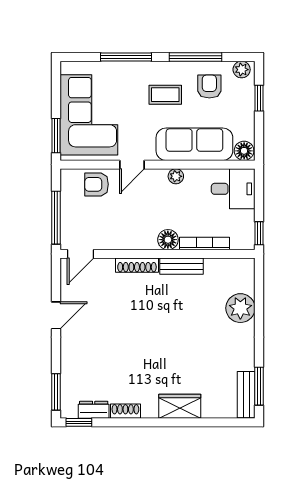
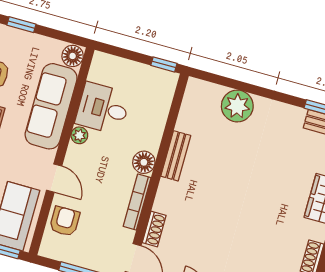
armchair: (96, 184) -> (65, 221), turned 180
desk: (233, 189) -> (103, 108), moved, turned -90
bookcase: (205, 243) -> (137, 202), moved
shoe rack: (137, 265) -> (154, 229), moved, width x0.70

